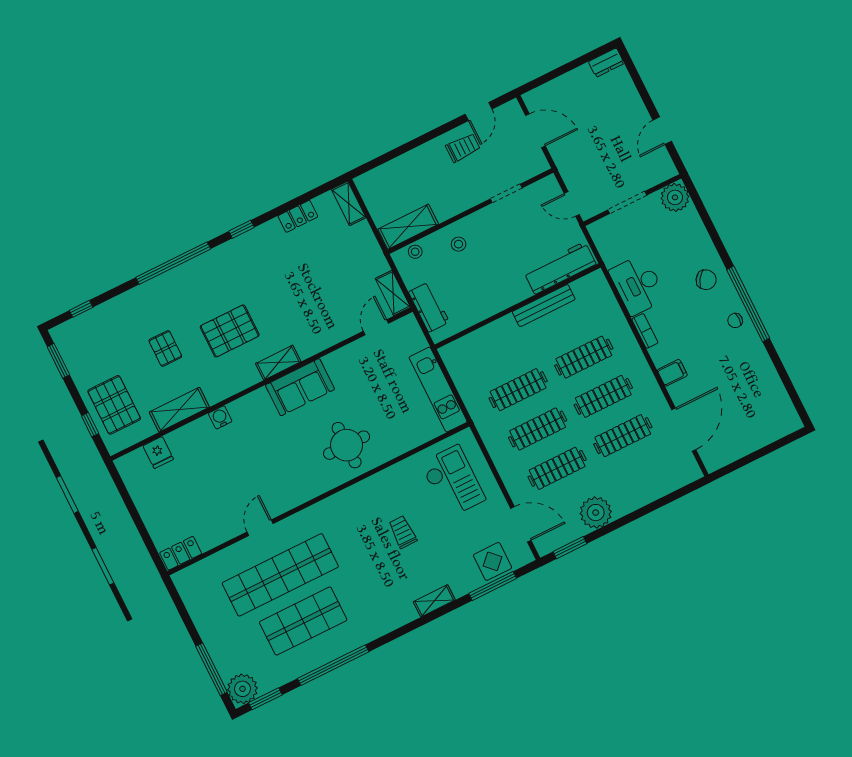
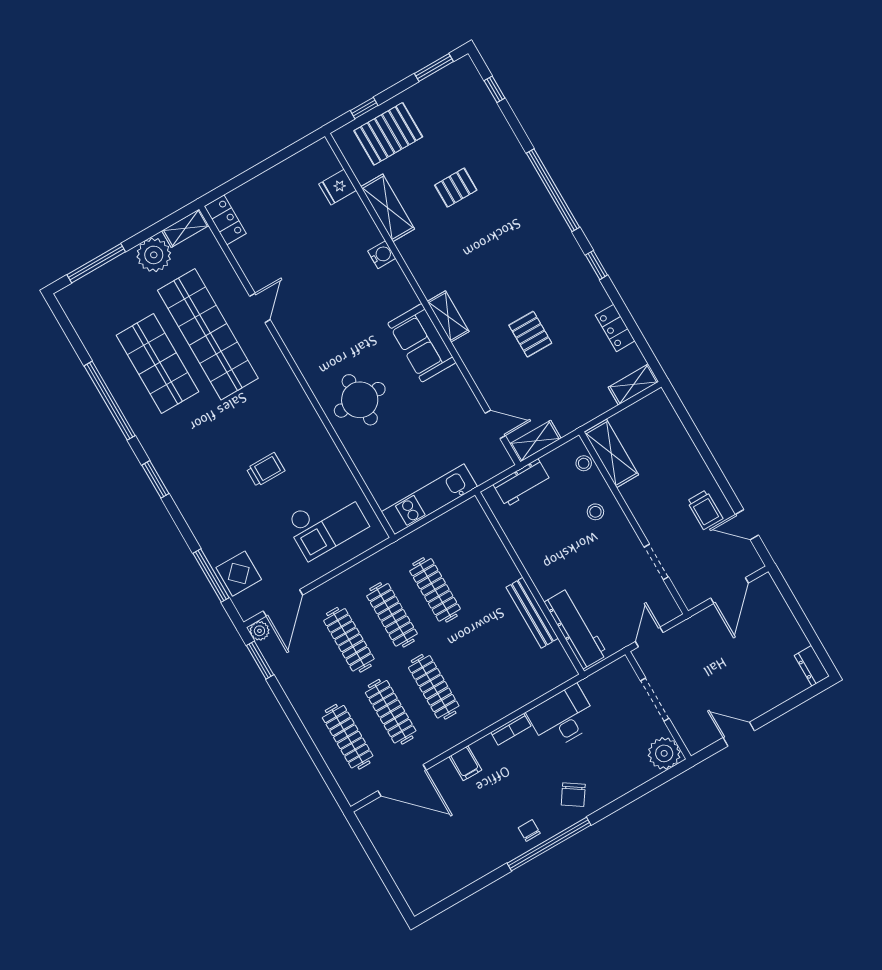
pallet: (230, 331) -> (530, 334), moved, width x0.67, depth x0.71
clothes rail: (584, 357) -> (348, 737), moved
plant: (596, 513) -> (259, 631), moved, width x0.53, depth x0.53
door: (260, 528) -> (260, 308), hinge flipped
shelving: (434, 601) -> (185, 228), moved, turned 90
plant: (243, 689) -> (154, 255), moved
window: (265, 699) -> (155, 479), moved

